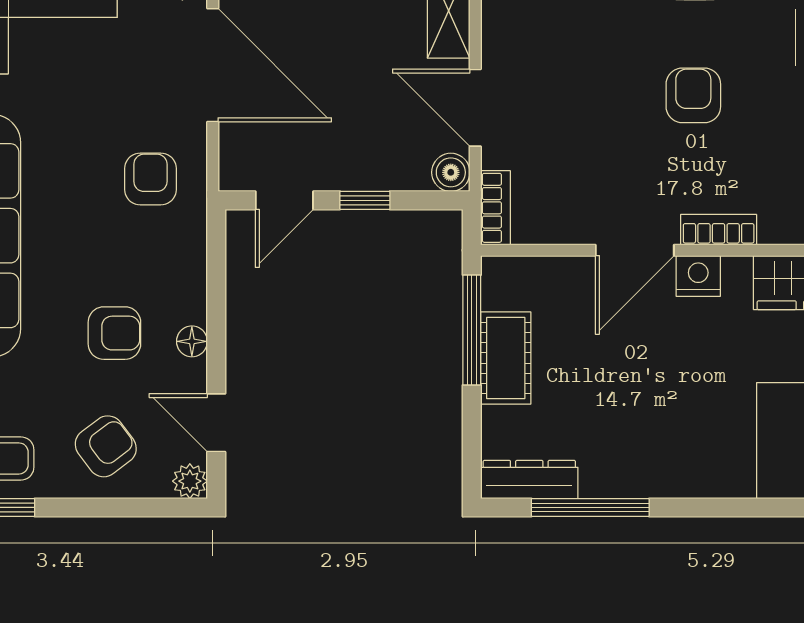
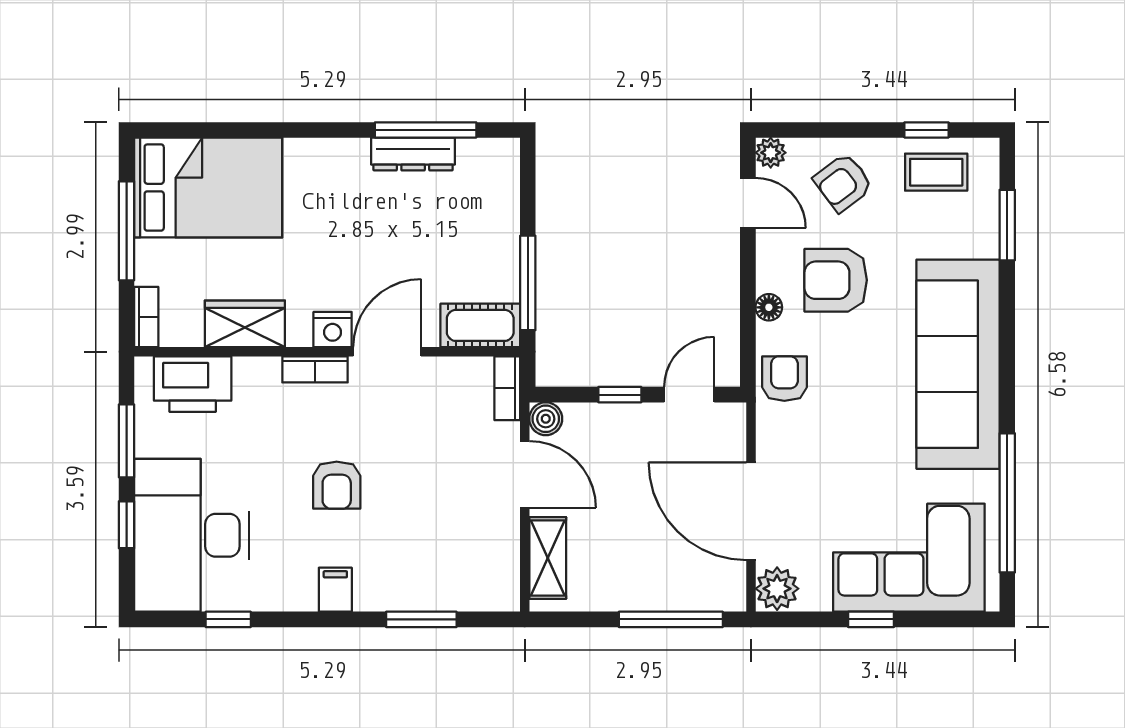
armchair: (150, 179) -> (784, 379), moved, turned 180
armchair: (114, 333) -> (836, 280), width x1.38, depth x1.38
floor lamp: (192, 341) -> (769, 307), moved
cot: (506, 358) -> (480, 325), moved, turned 90
dresser: (529, 480) -> (413, 154), moved

